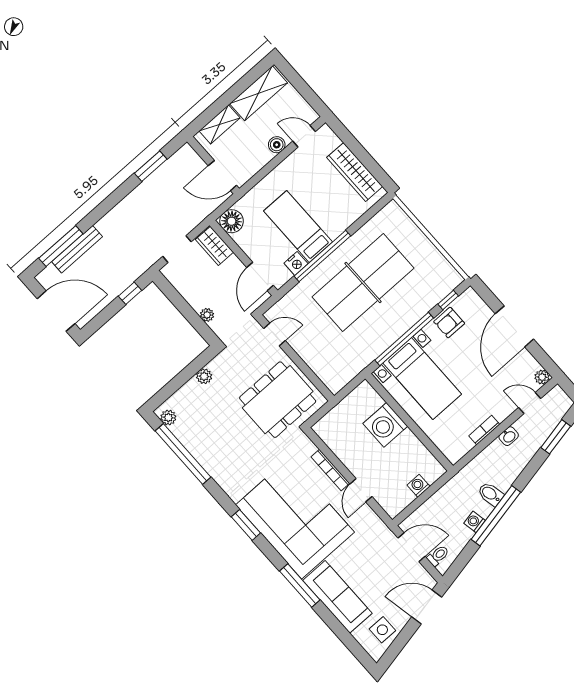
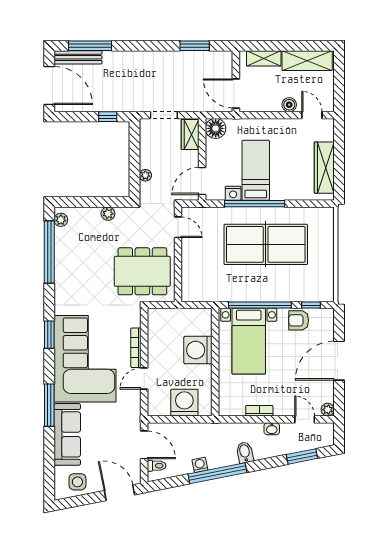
bench: (77, 249) -> (78, 57), moved
washing machine: (419, 486) -> (184, 403), width x1.89, depth x1.89
bidet: (491, 494) -> (245, 452), moved

